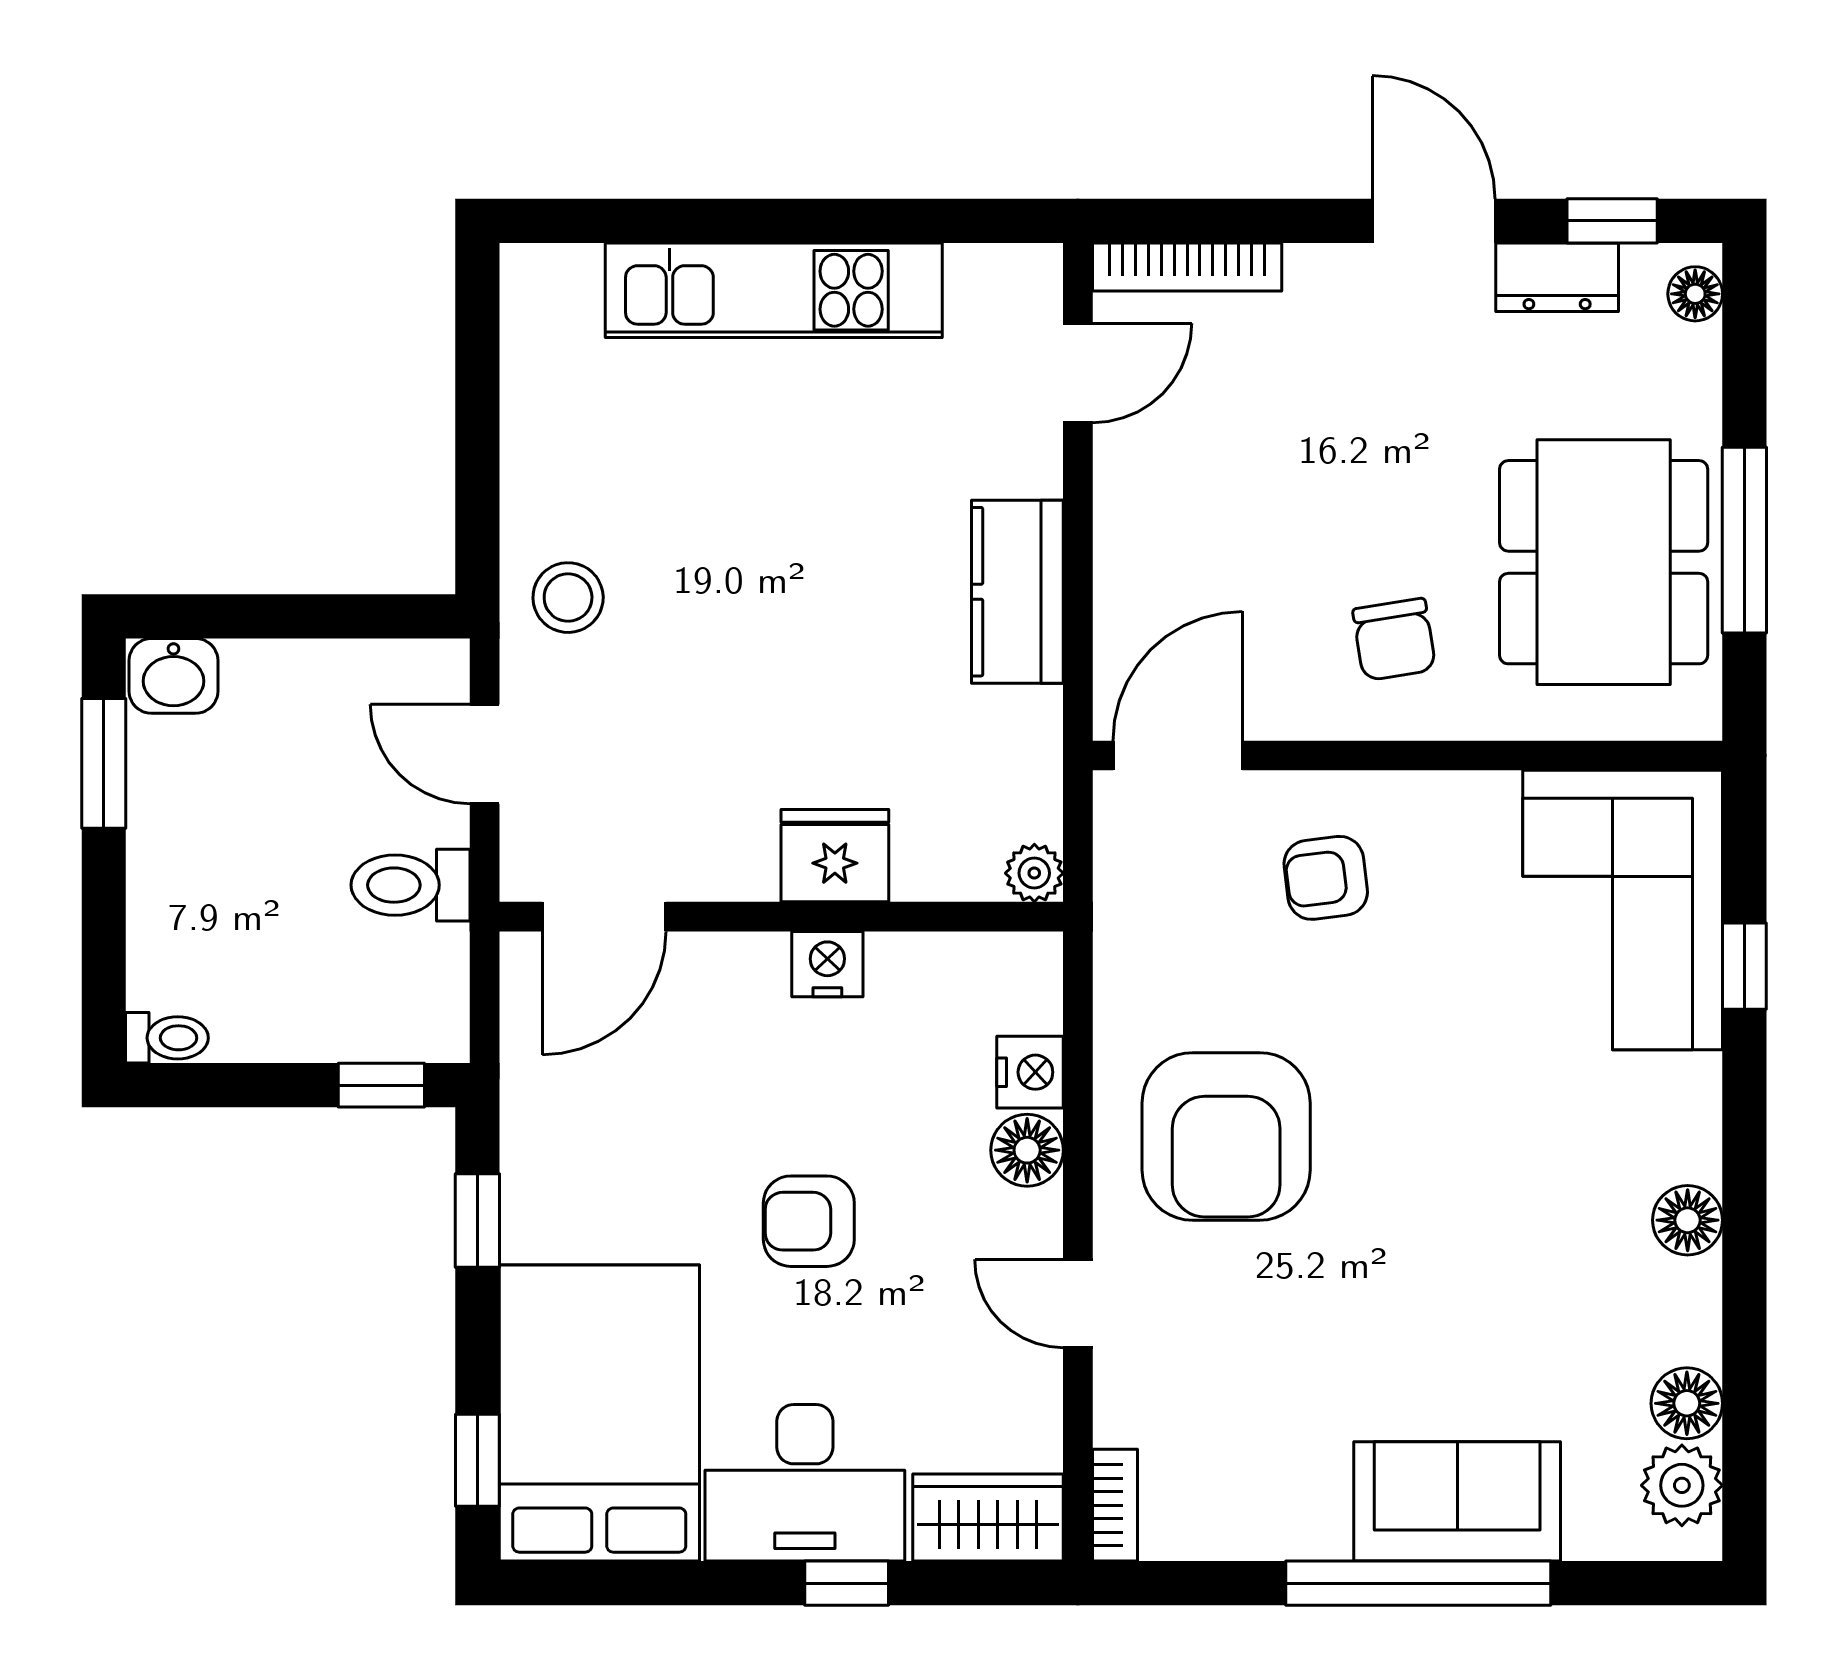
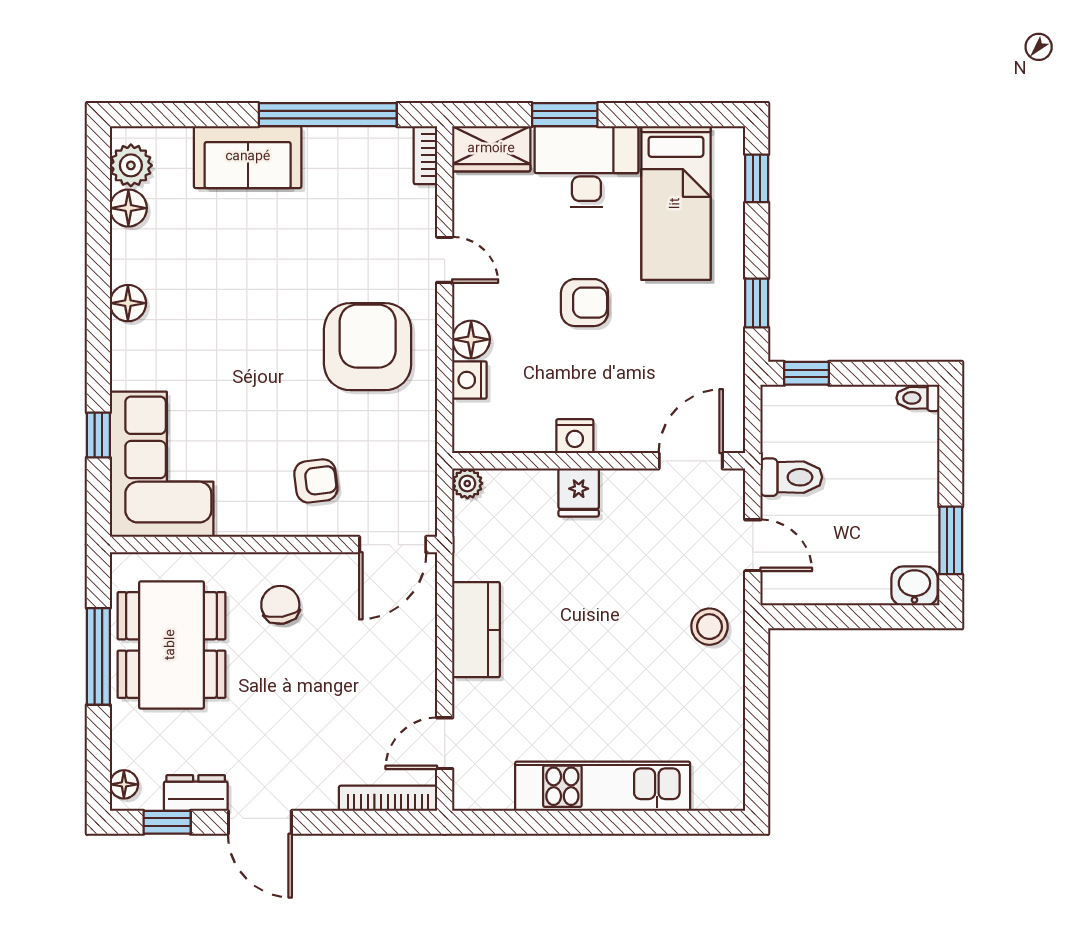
fridge: (835, 856) -> (579, 492), width x0.72
bed: (599, 1413) -> (676, 203), width x0.67
window: (847, 1583) -> (565, 115), width x1.50
window: (1418, 1583) -> (328, 115), moved

